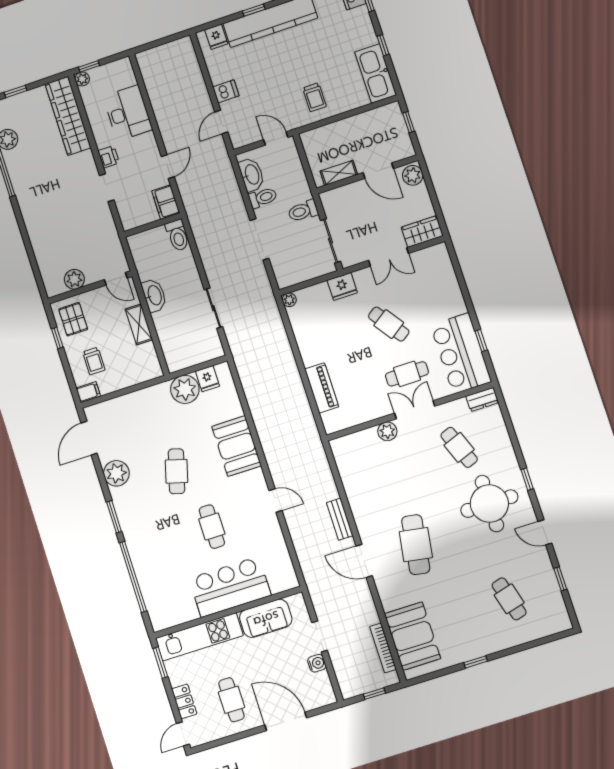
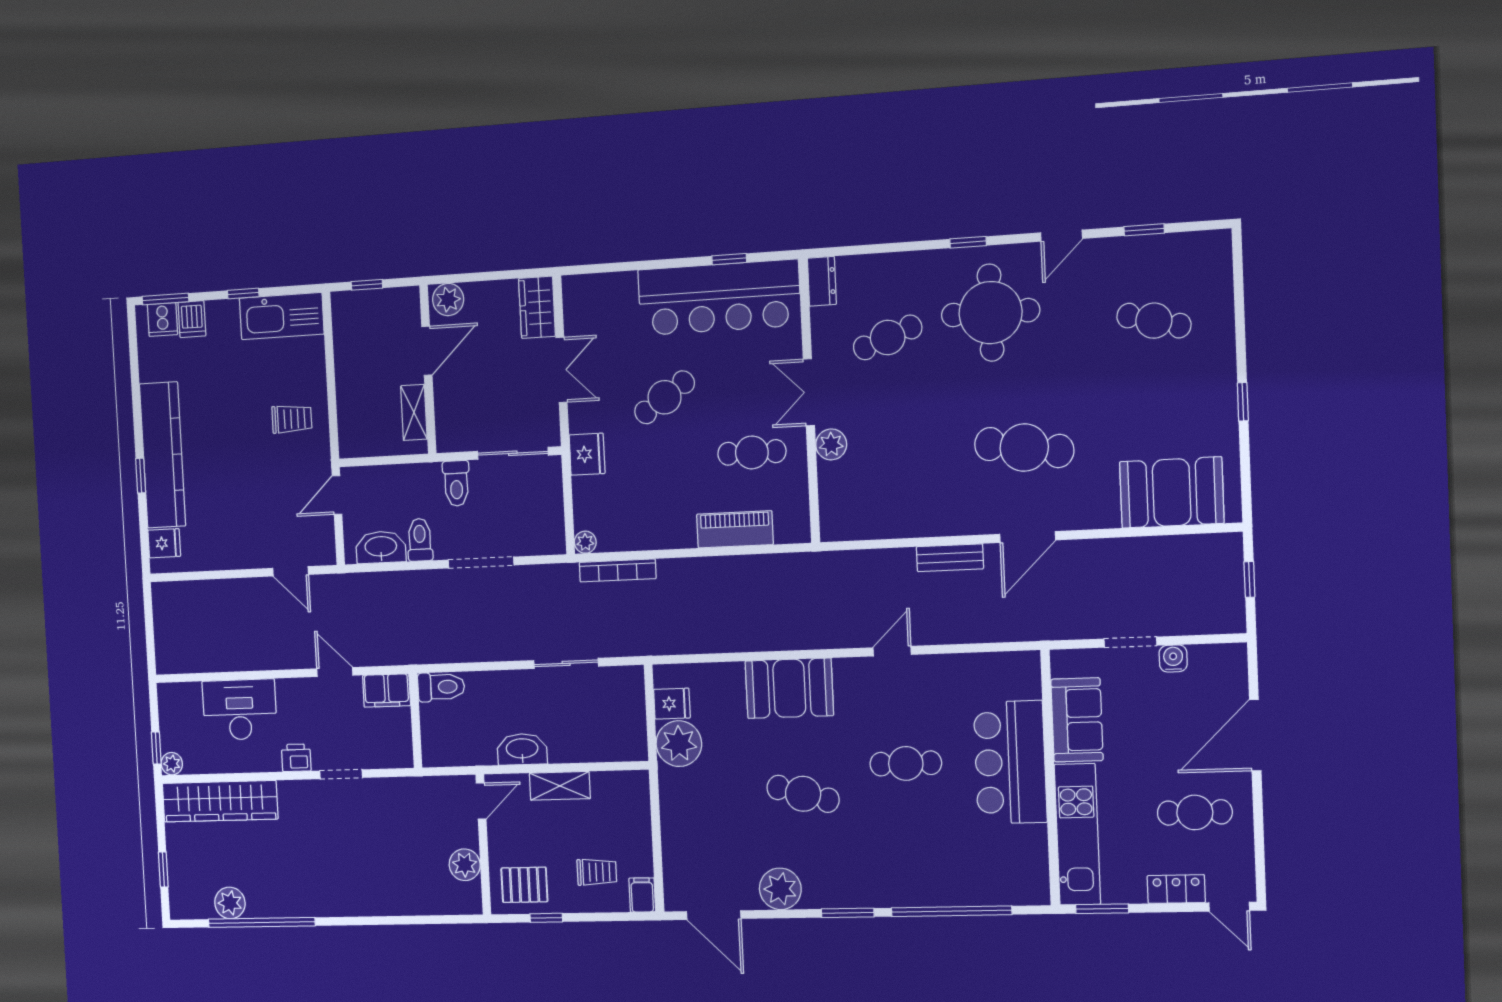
dishwasher: (226, 91) -> (192, 319), moved, turned 180
bar counter: (461, 353) -> (719, 298), width x1.36
cafe table: (407, 374) -> (752, 452), moved, turned 90
cafe table: (509, 599) -> (1154, 321), turned 30
bookcase: (383, 648) -> (618, 570), moved

